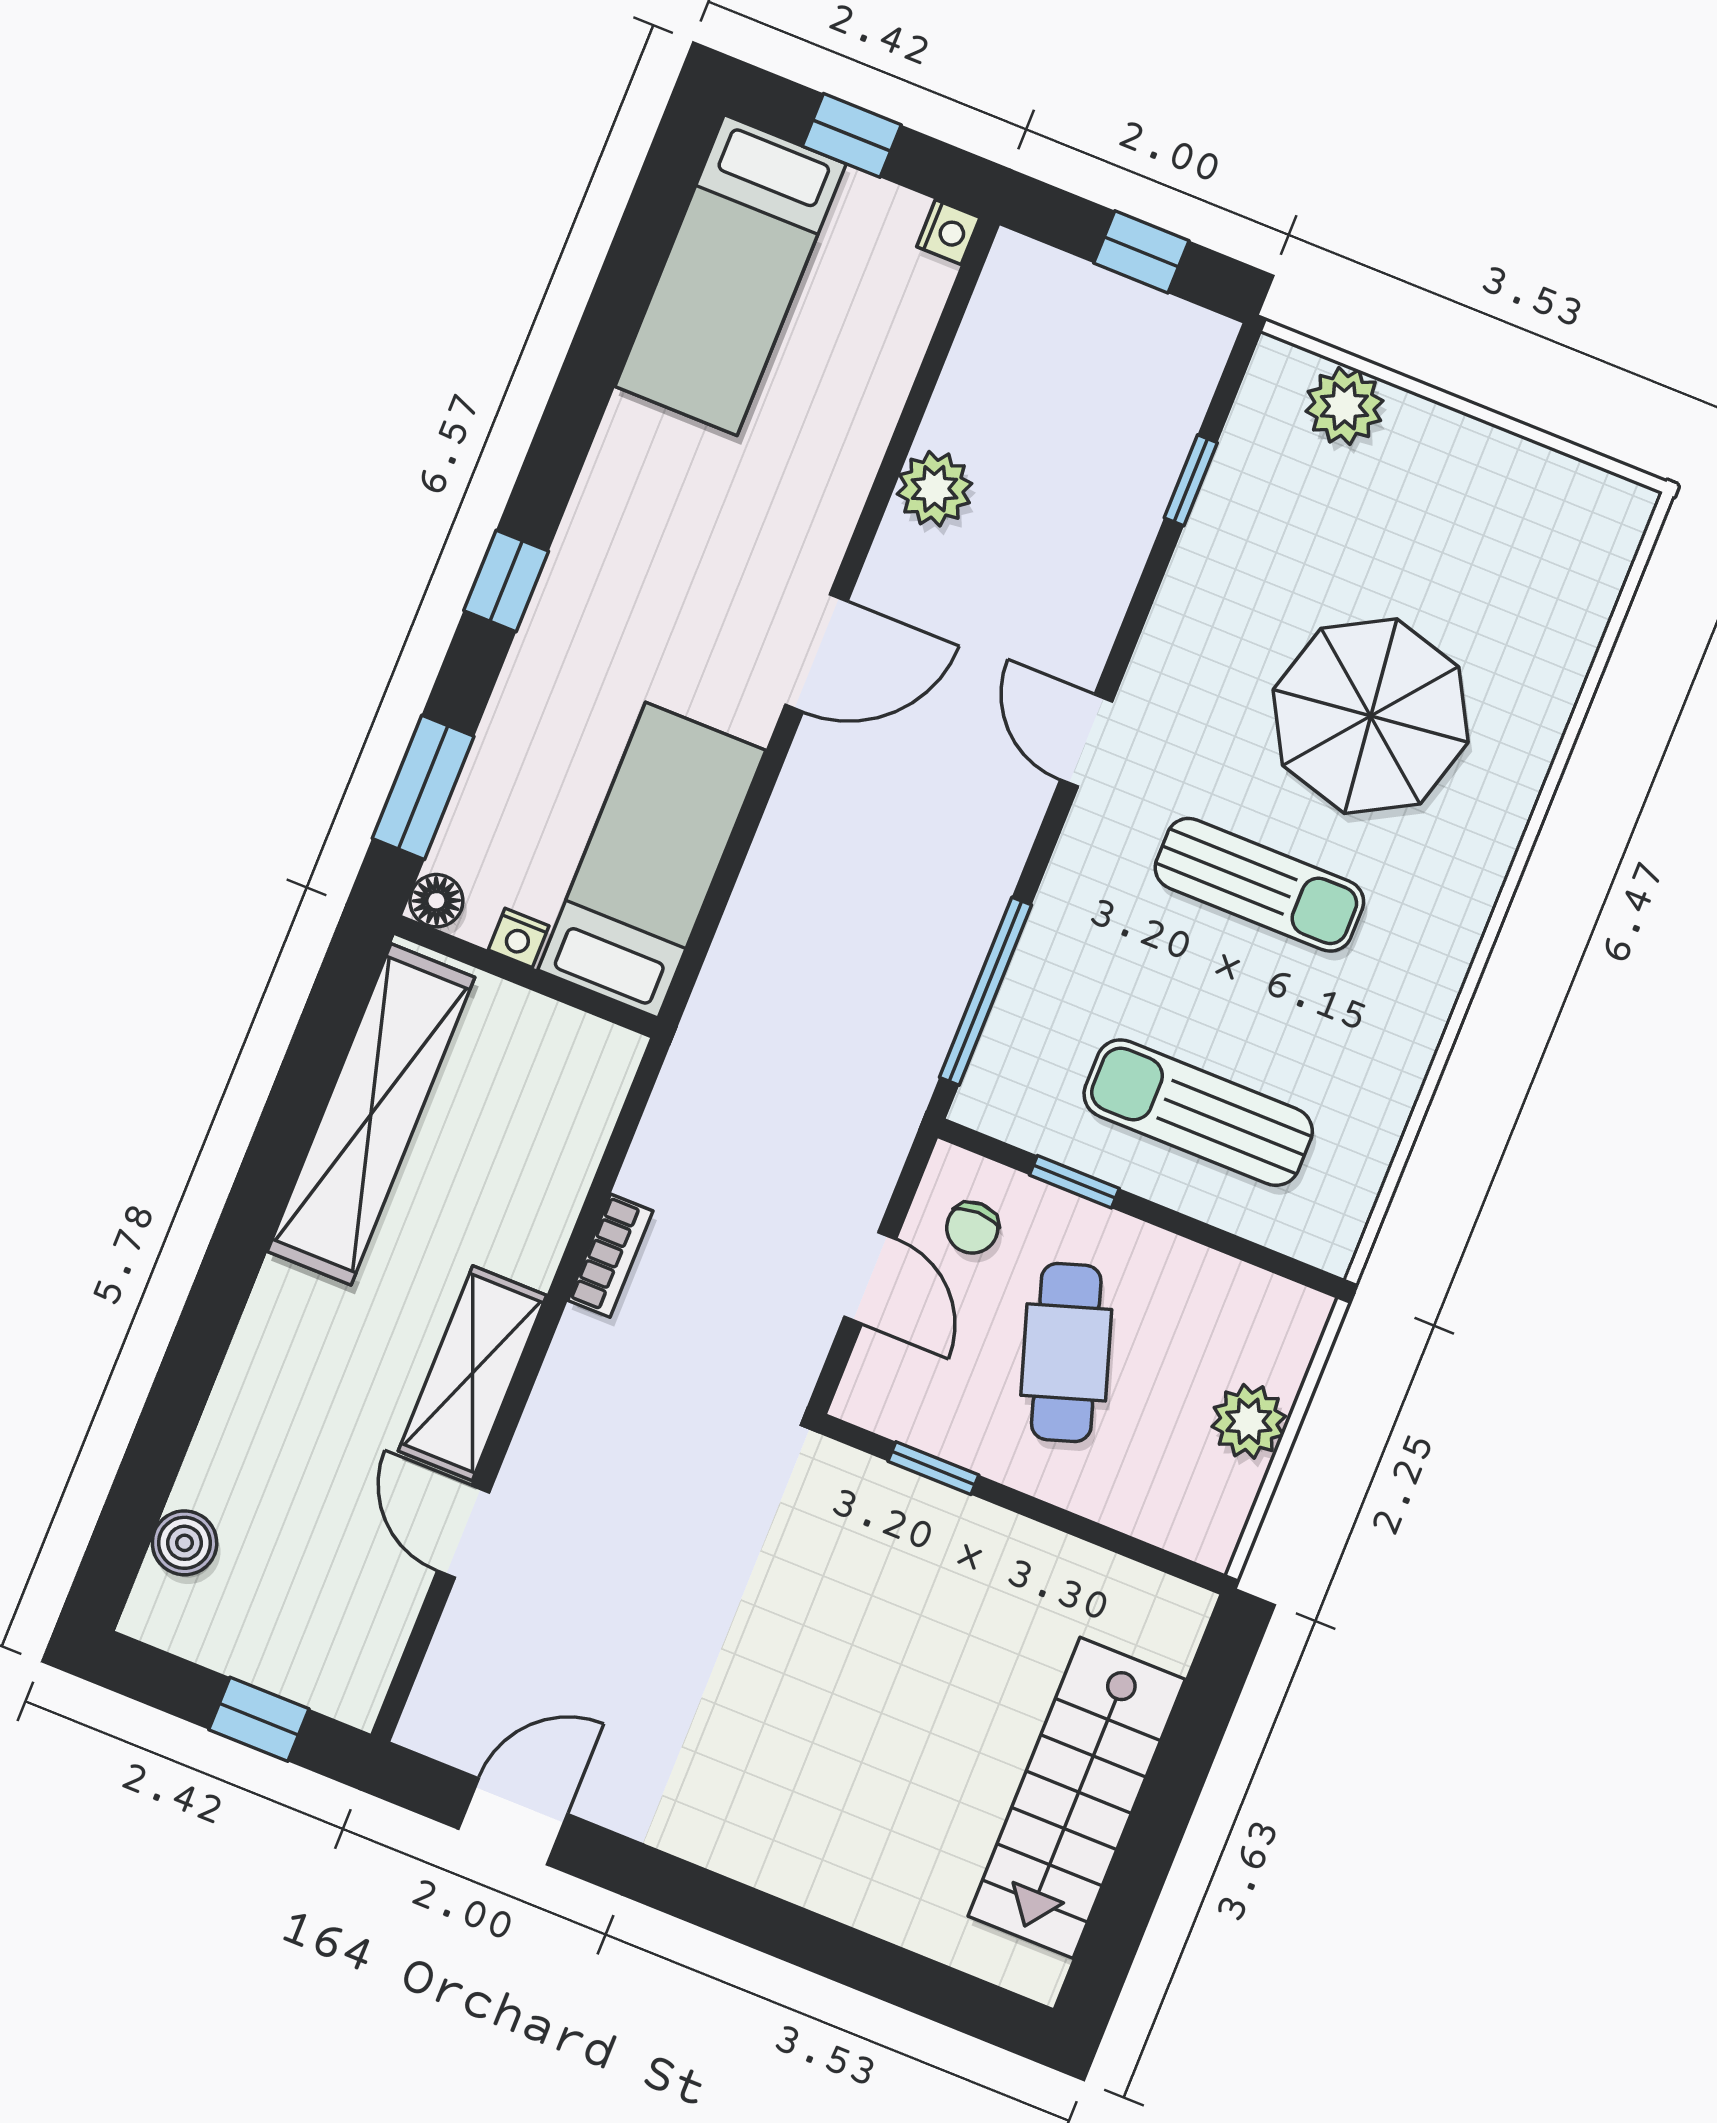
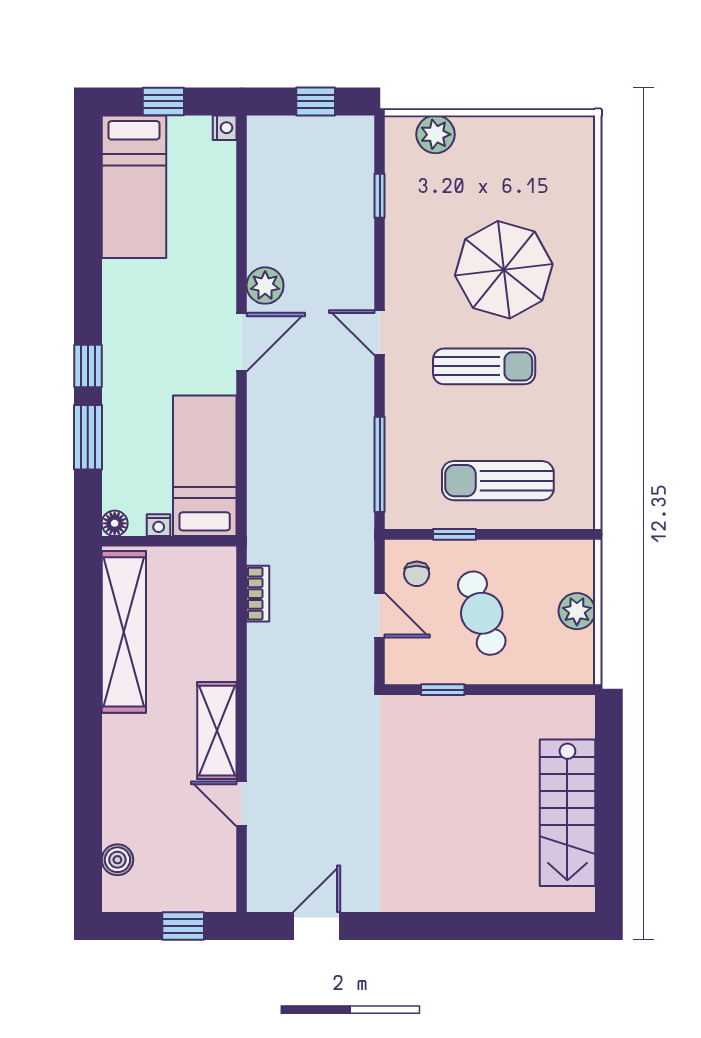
plant: (934, 489) -> (265, 286), moved
window: (423, 787) -> (88, 437), moved
bookcase: (610, 1256) -> (258, 594), moved

